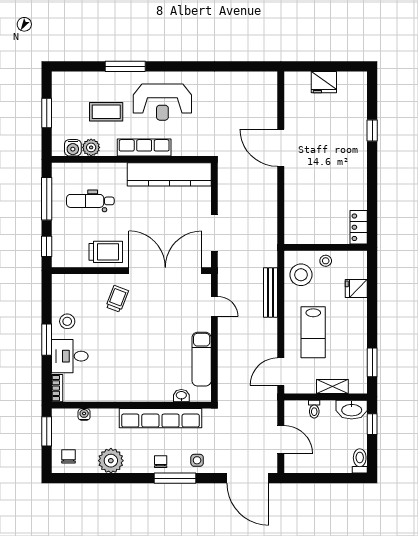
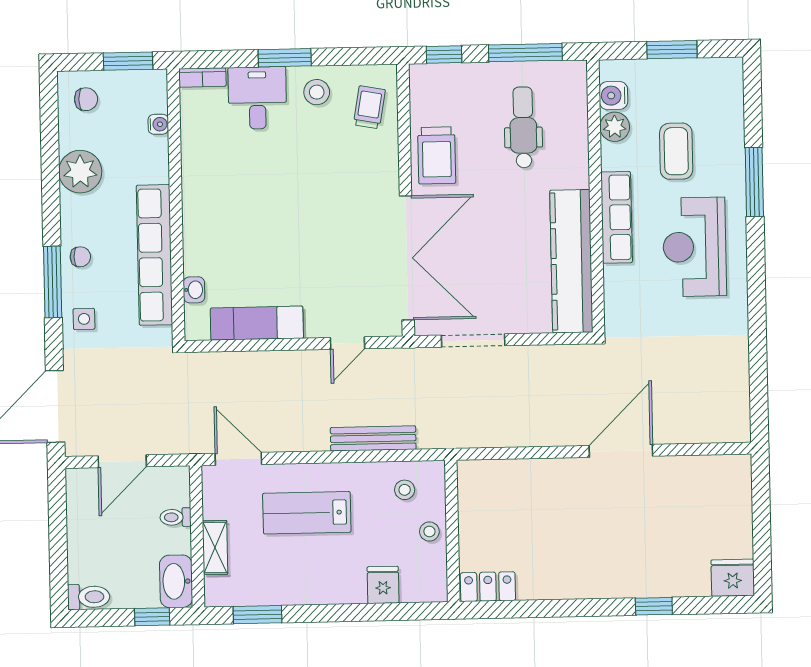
fridge: (324, 82) -> (733, 578), moved, turned 90
stool: (301, 275) -> (405, 490), width x0.53, depth x0.53
trolley: (117, 299) -> (369, 107), moved, turned -101

